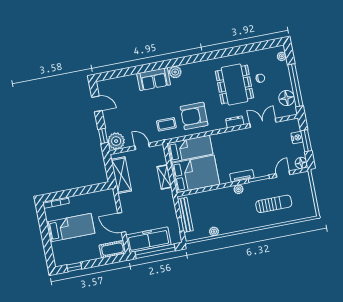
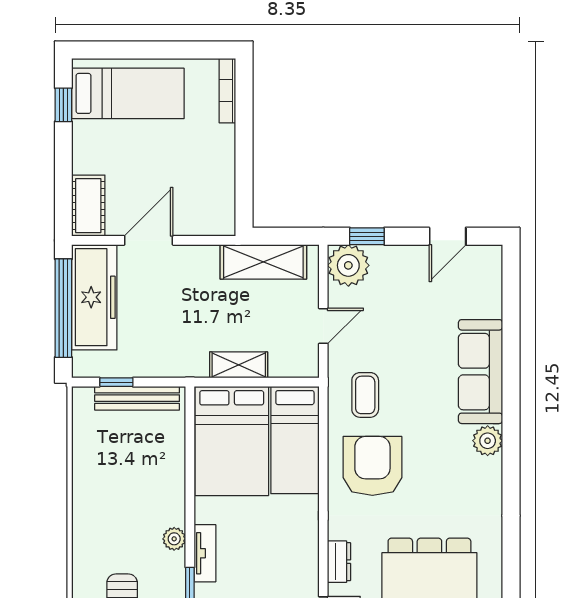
sofa: (154, 79) -> (481, 372), width x1.36
bed: (71, 228) -> (128, 93), moved, turned -90
plant: (214, 232) -> (83, 459), removed

